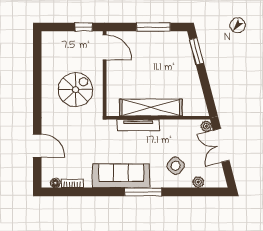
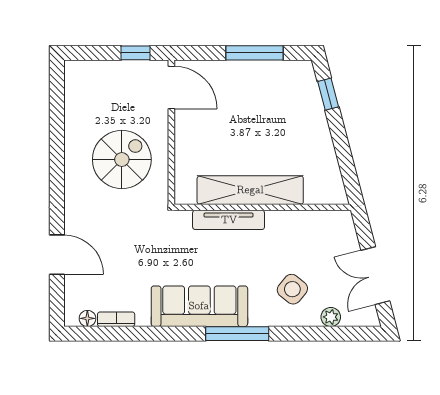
window: (197, 51) -> (328, 94), width x0.67
plant: (206, 126) -> (345, 222), removed
double door: (221, 145) -> (375, 276), moved

